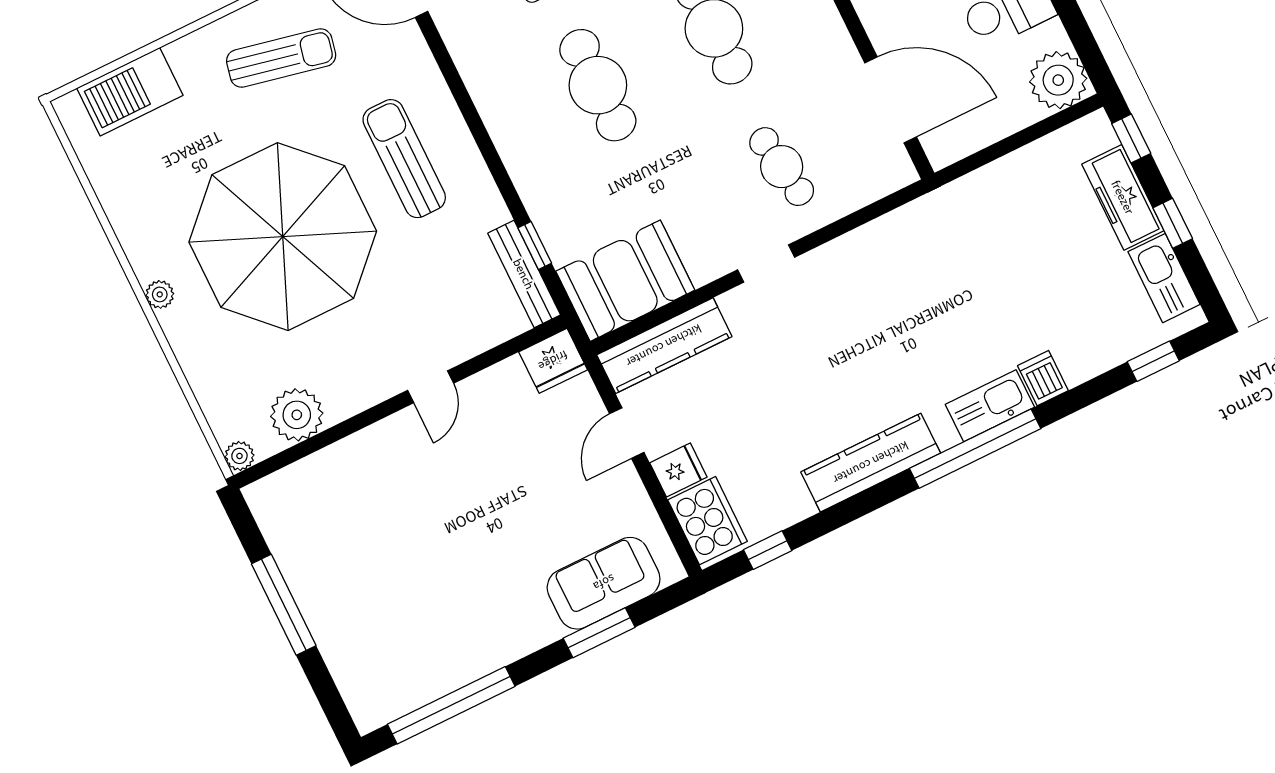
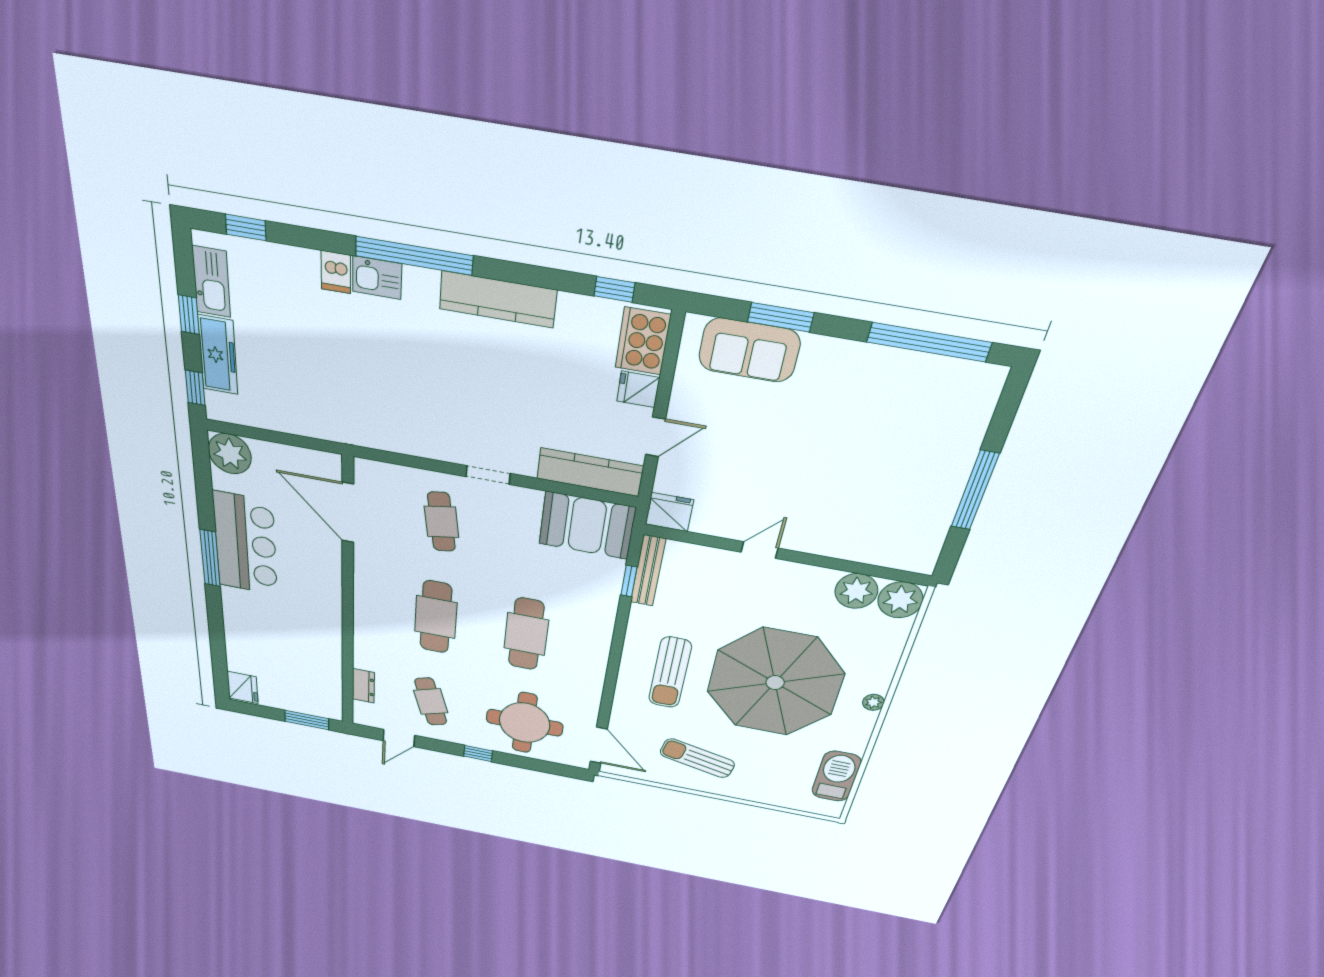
barbecue: (130, 92) -> (836, 776), moved, turned -90
kitchen sink: (990, 406) -> (377, 278), width x0.73
plant: (239, 456) -> (900, 600), width x1.88, depth x1.88

